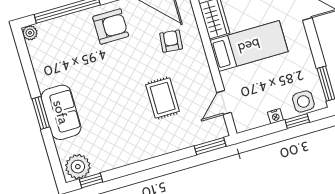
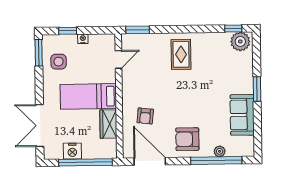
plant: (30, 33) -> (220, 151), moved
rug: (163, 98) -> (181, 54), moved
side table: (303, 101) -> (59, 62), moved
sofa: (61, 112) -> (242, 115), moved

